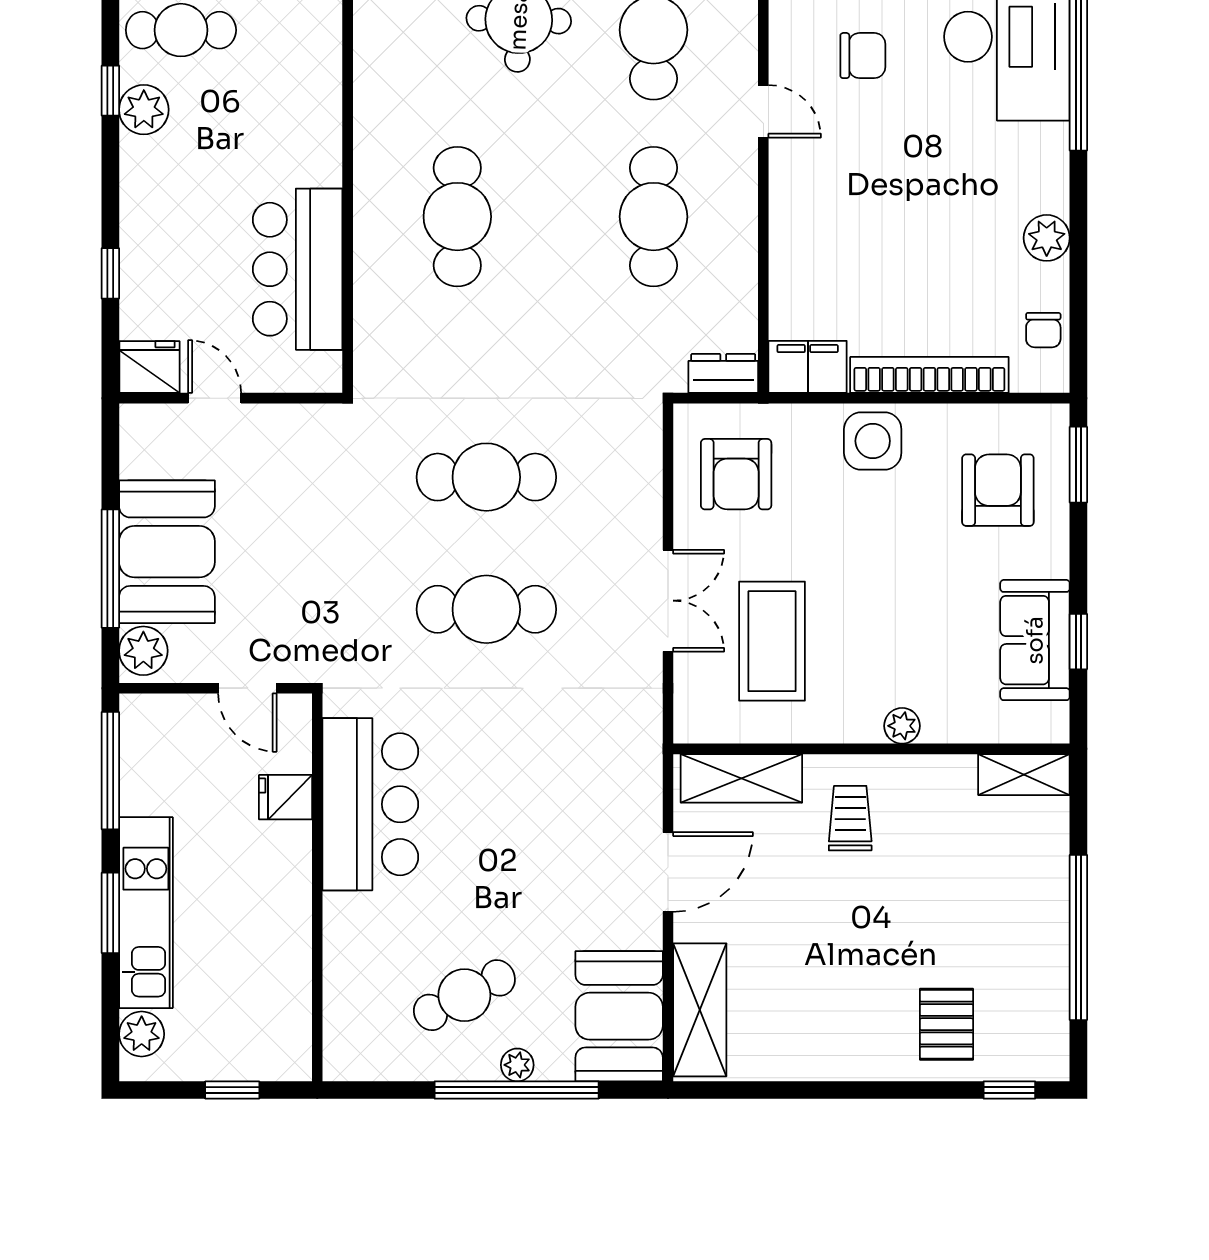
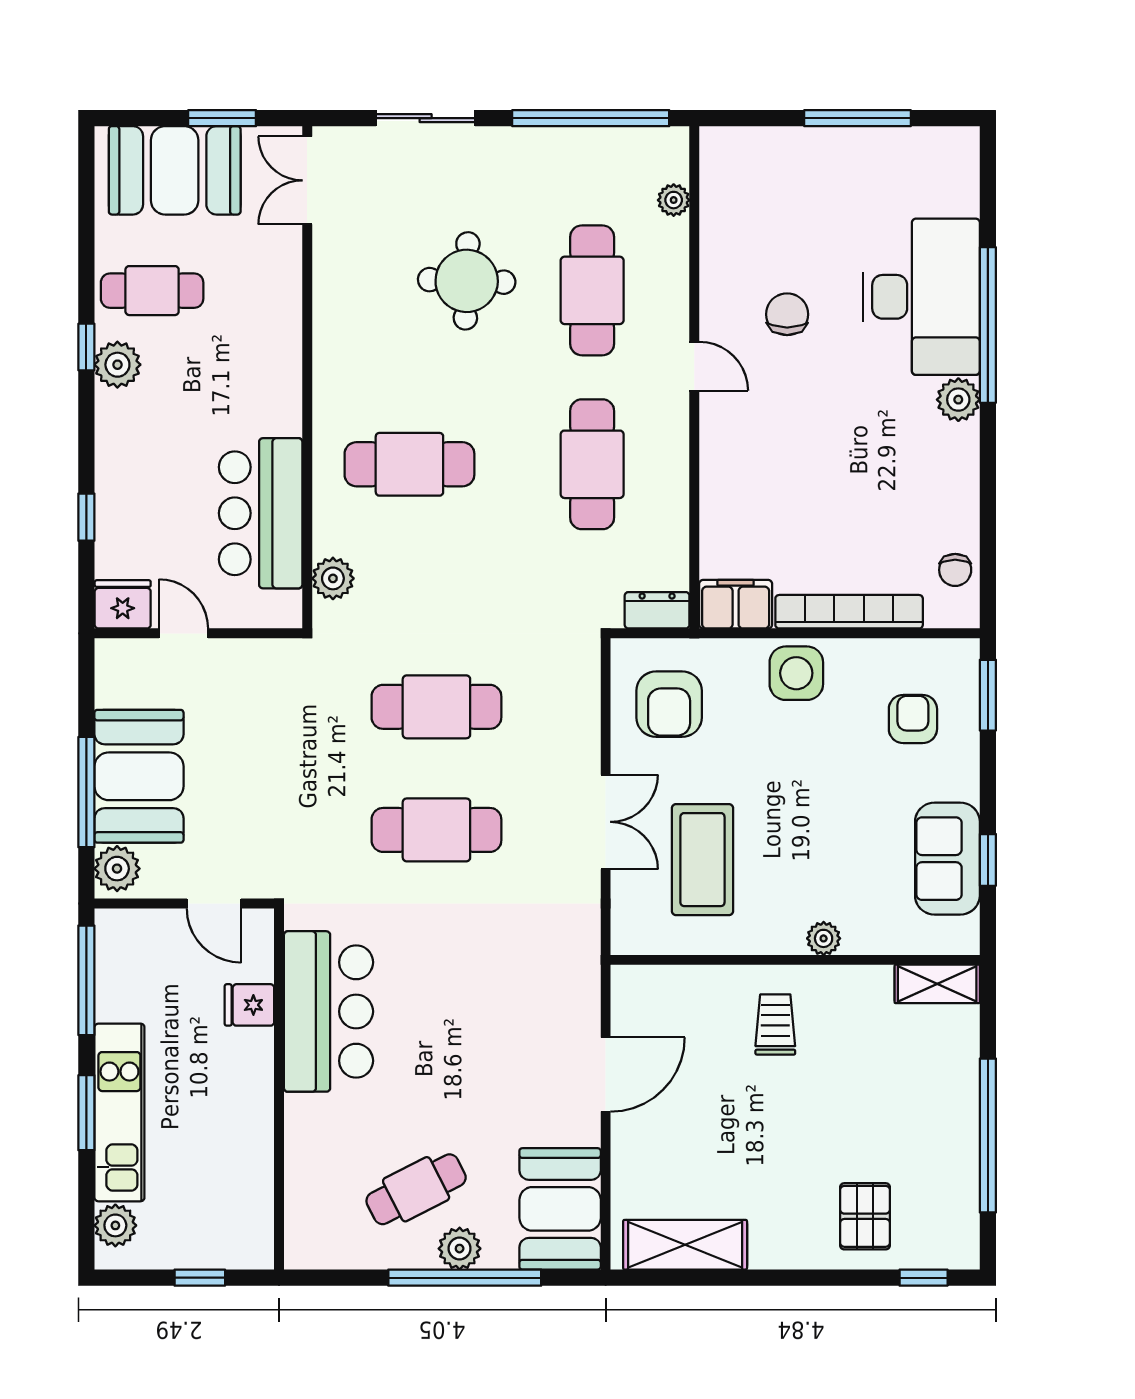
chair: (863, 56) -> (787, 314), turned -90
cafe table: (457, 217) -> (409, 464), turned 90
plant: (1047, 238) -> (958, 400), moved
plant: (375, 339) -> (333, 578), added
armchair: (998, 490) -> (913, 719), width x0.72, depth x0.72
shelving: (741, 778) -> (674, 987), removed
shelving: (700, 1010) -> (685, 1245), moved, turned 90
plant: (517, 1065) -> (460, 1249), width x1.38, depth x1.38

